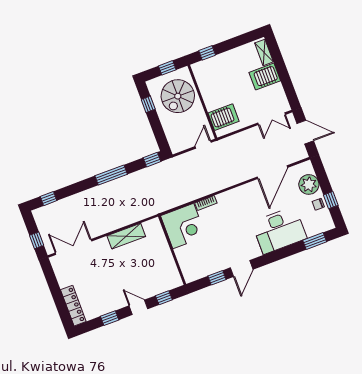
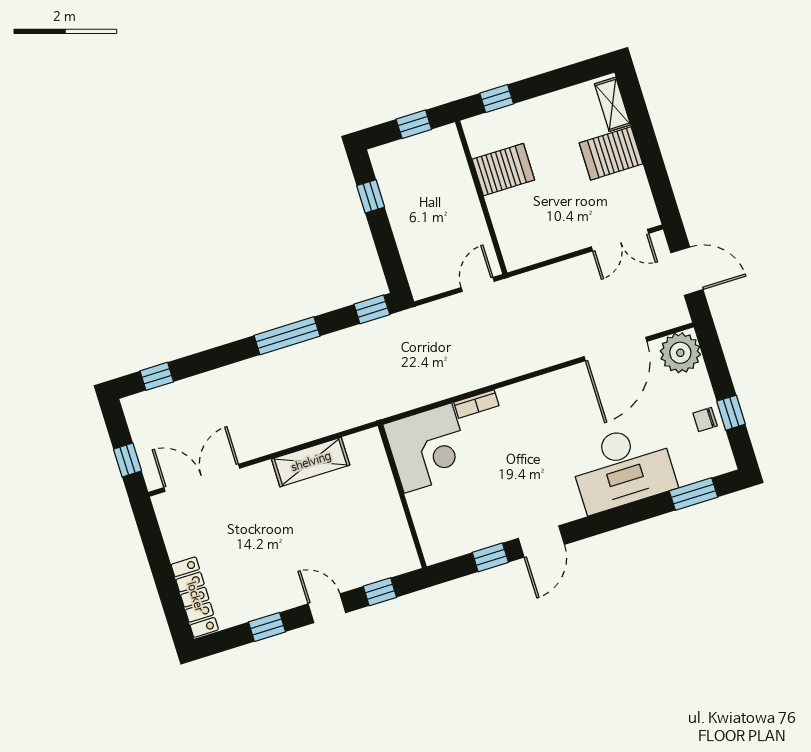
spiral stairs: (178, 96) -> (432, 183), removed
server rack: (224, 117) -> (503, 170), moved
plant: (309, 184) -> (680, 353), moved

